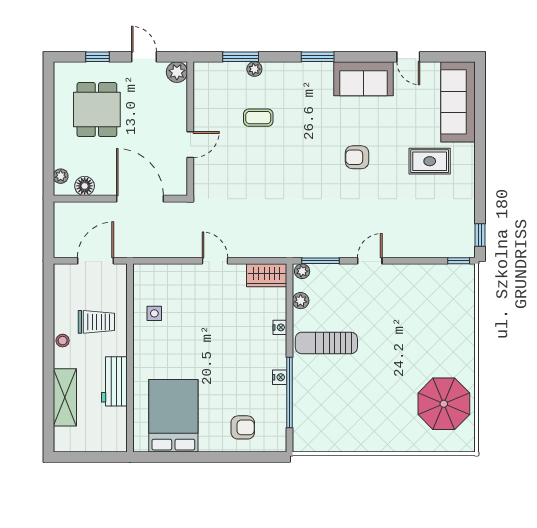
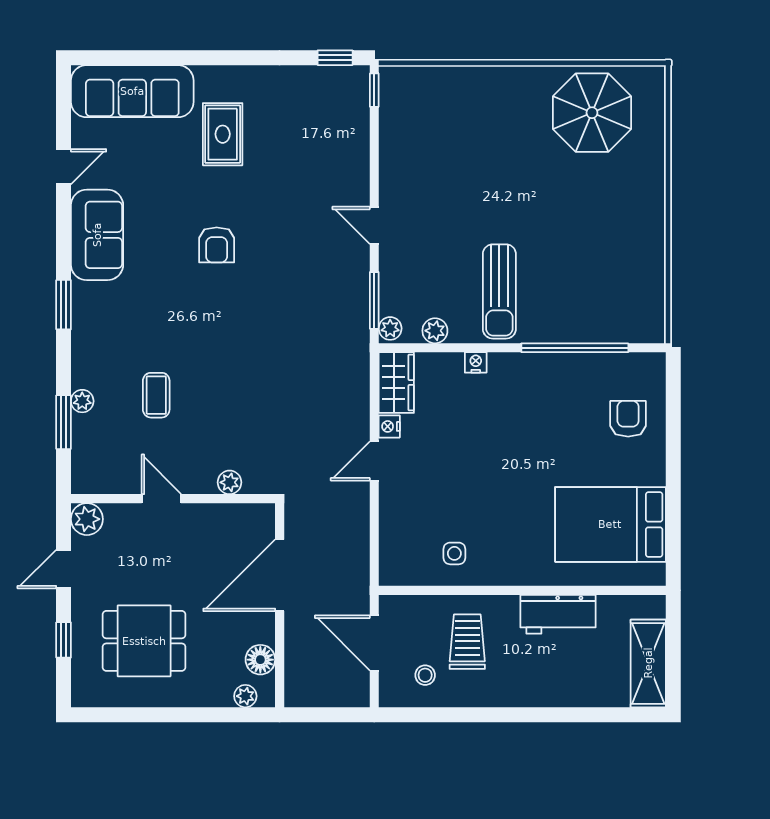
door: (190, 145) -> (161, 499), moved
plant: (201, 166) -> (229, 482), added
stool: (63, 341) -> (425, 675), moved
nightstand: (280, 377) -> (389, 426), moved, turned -90
shelving: (65, 397) -> (648, 663), moved, turned 90

